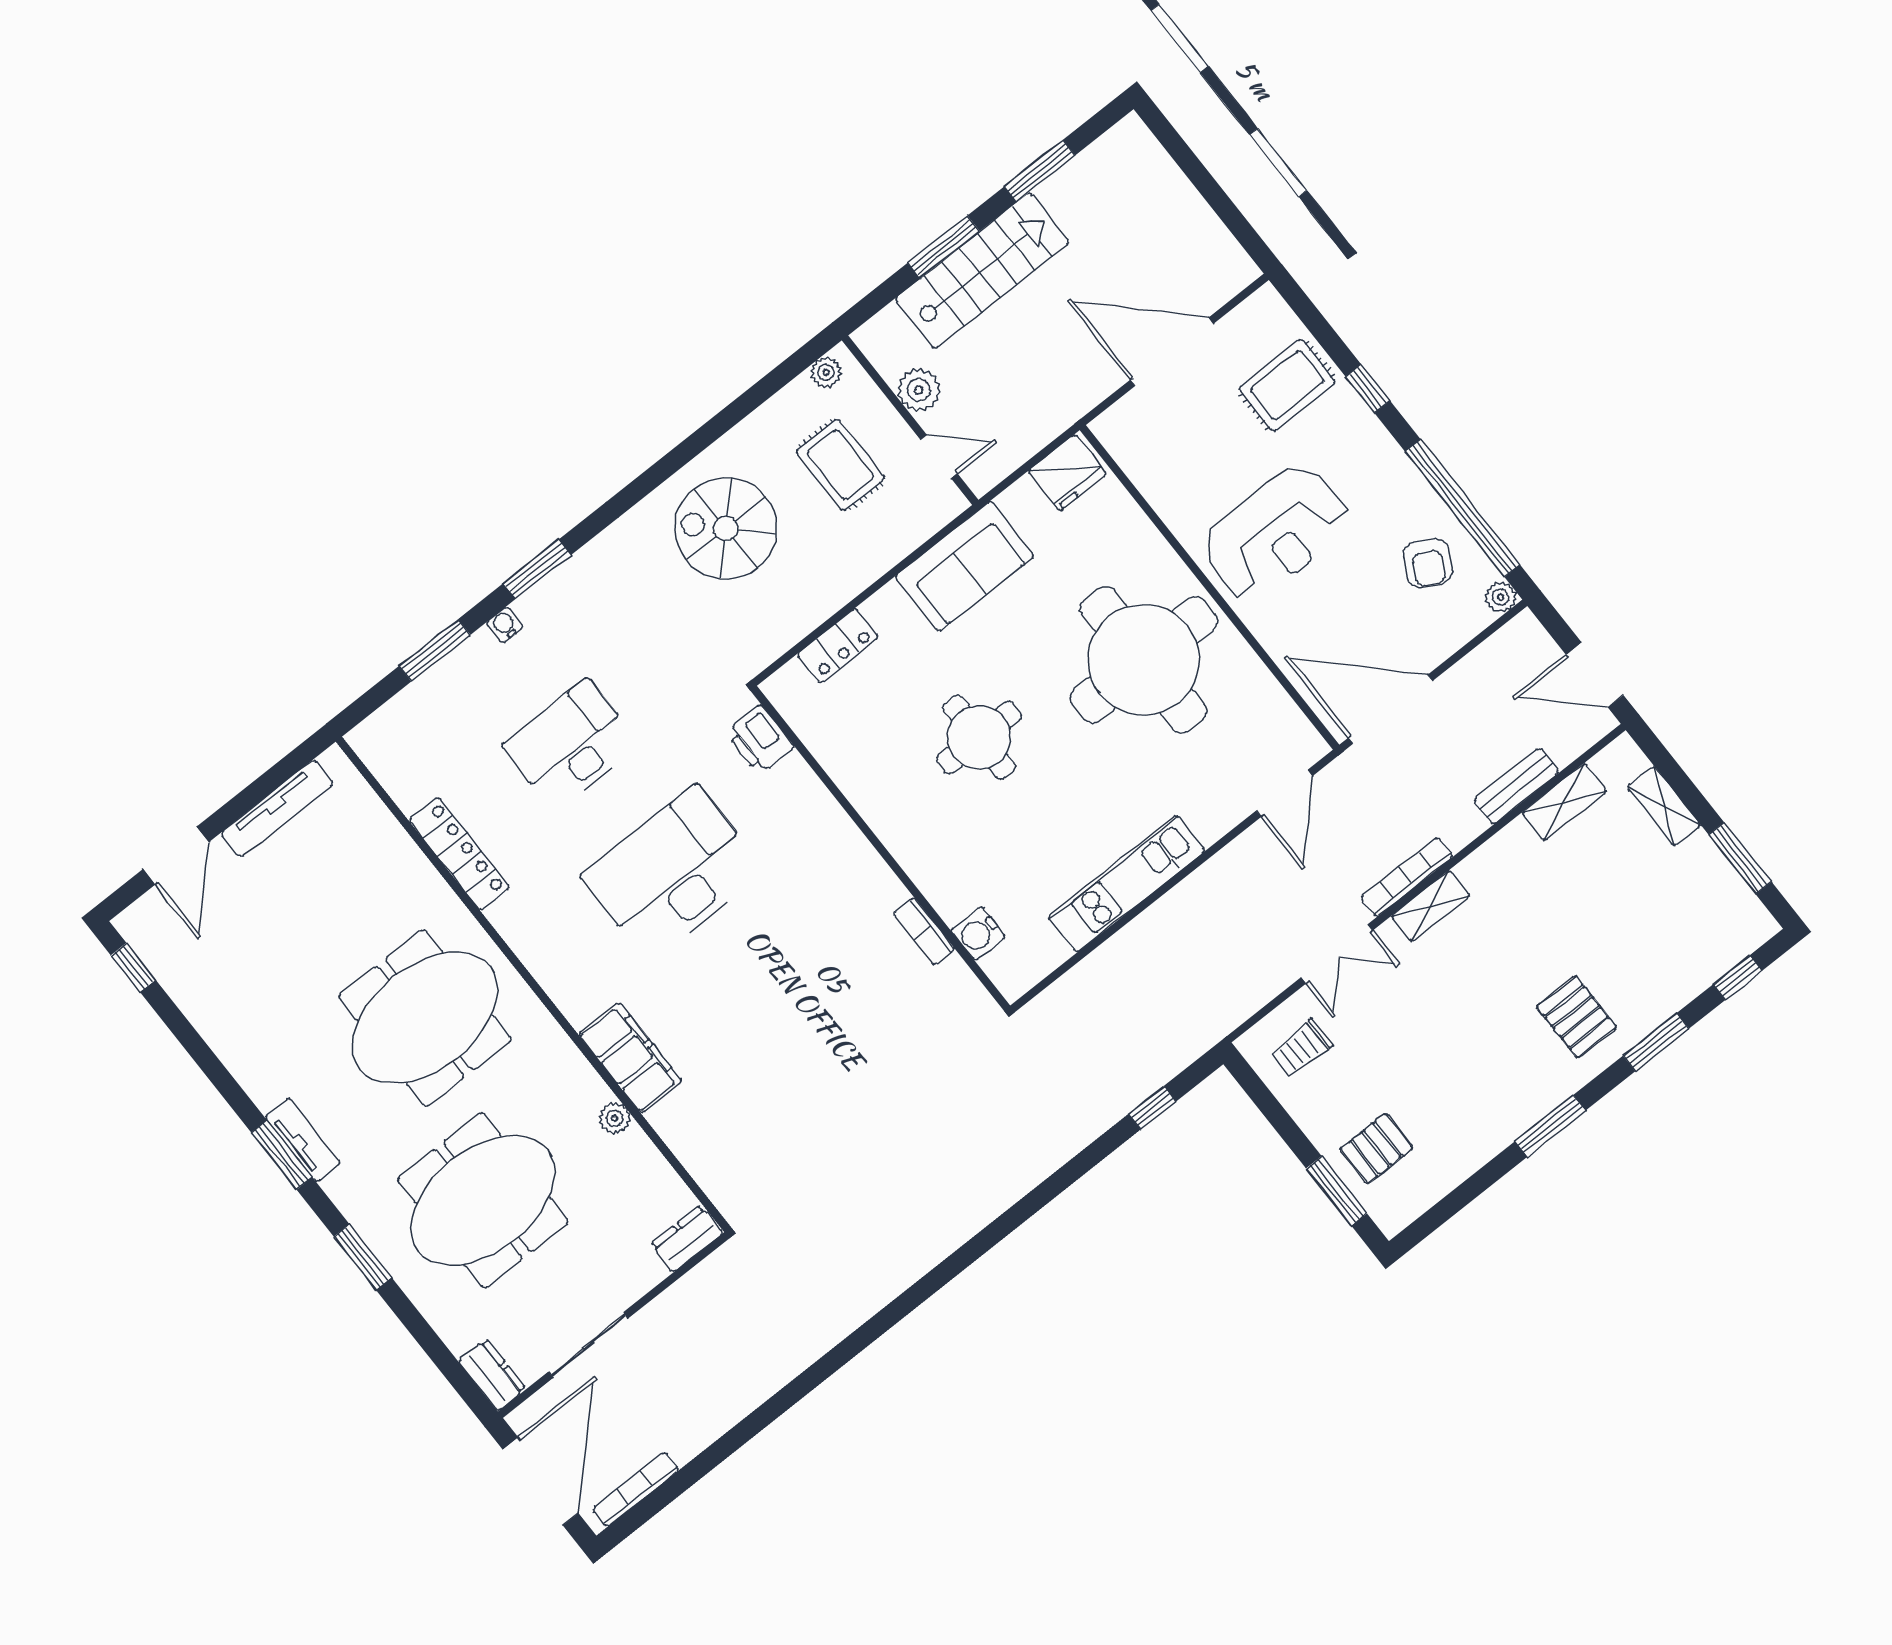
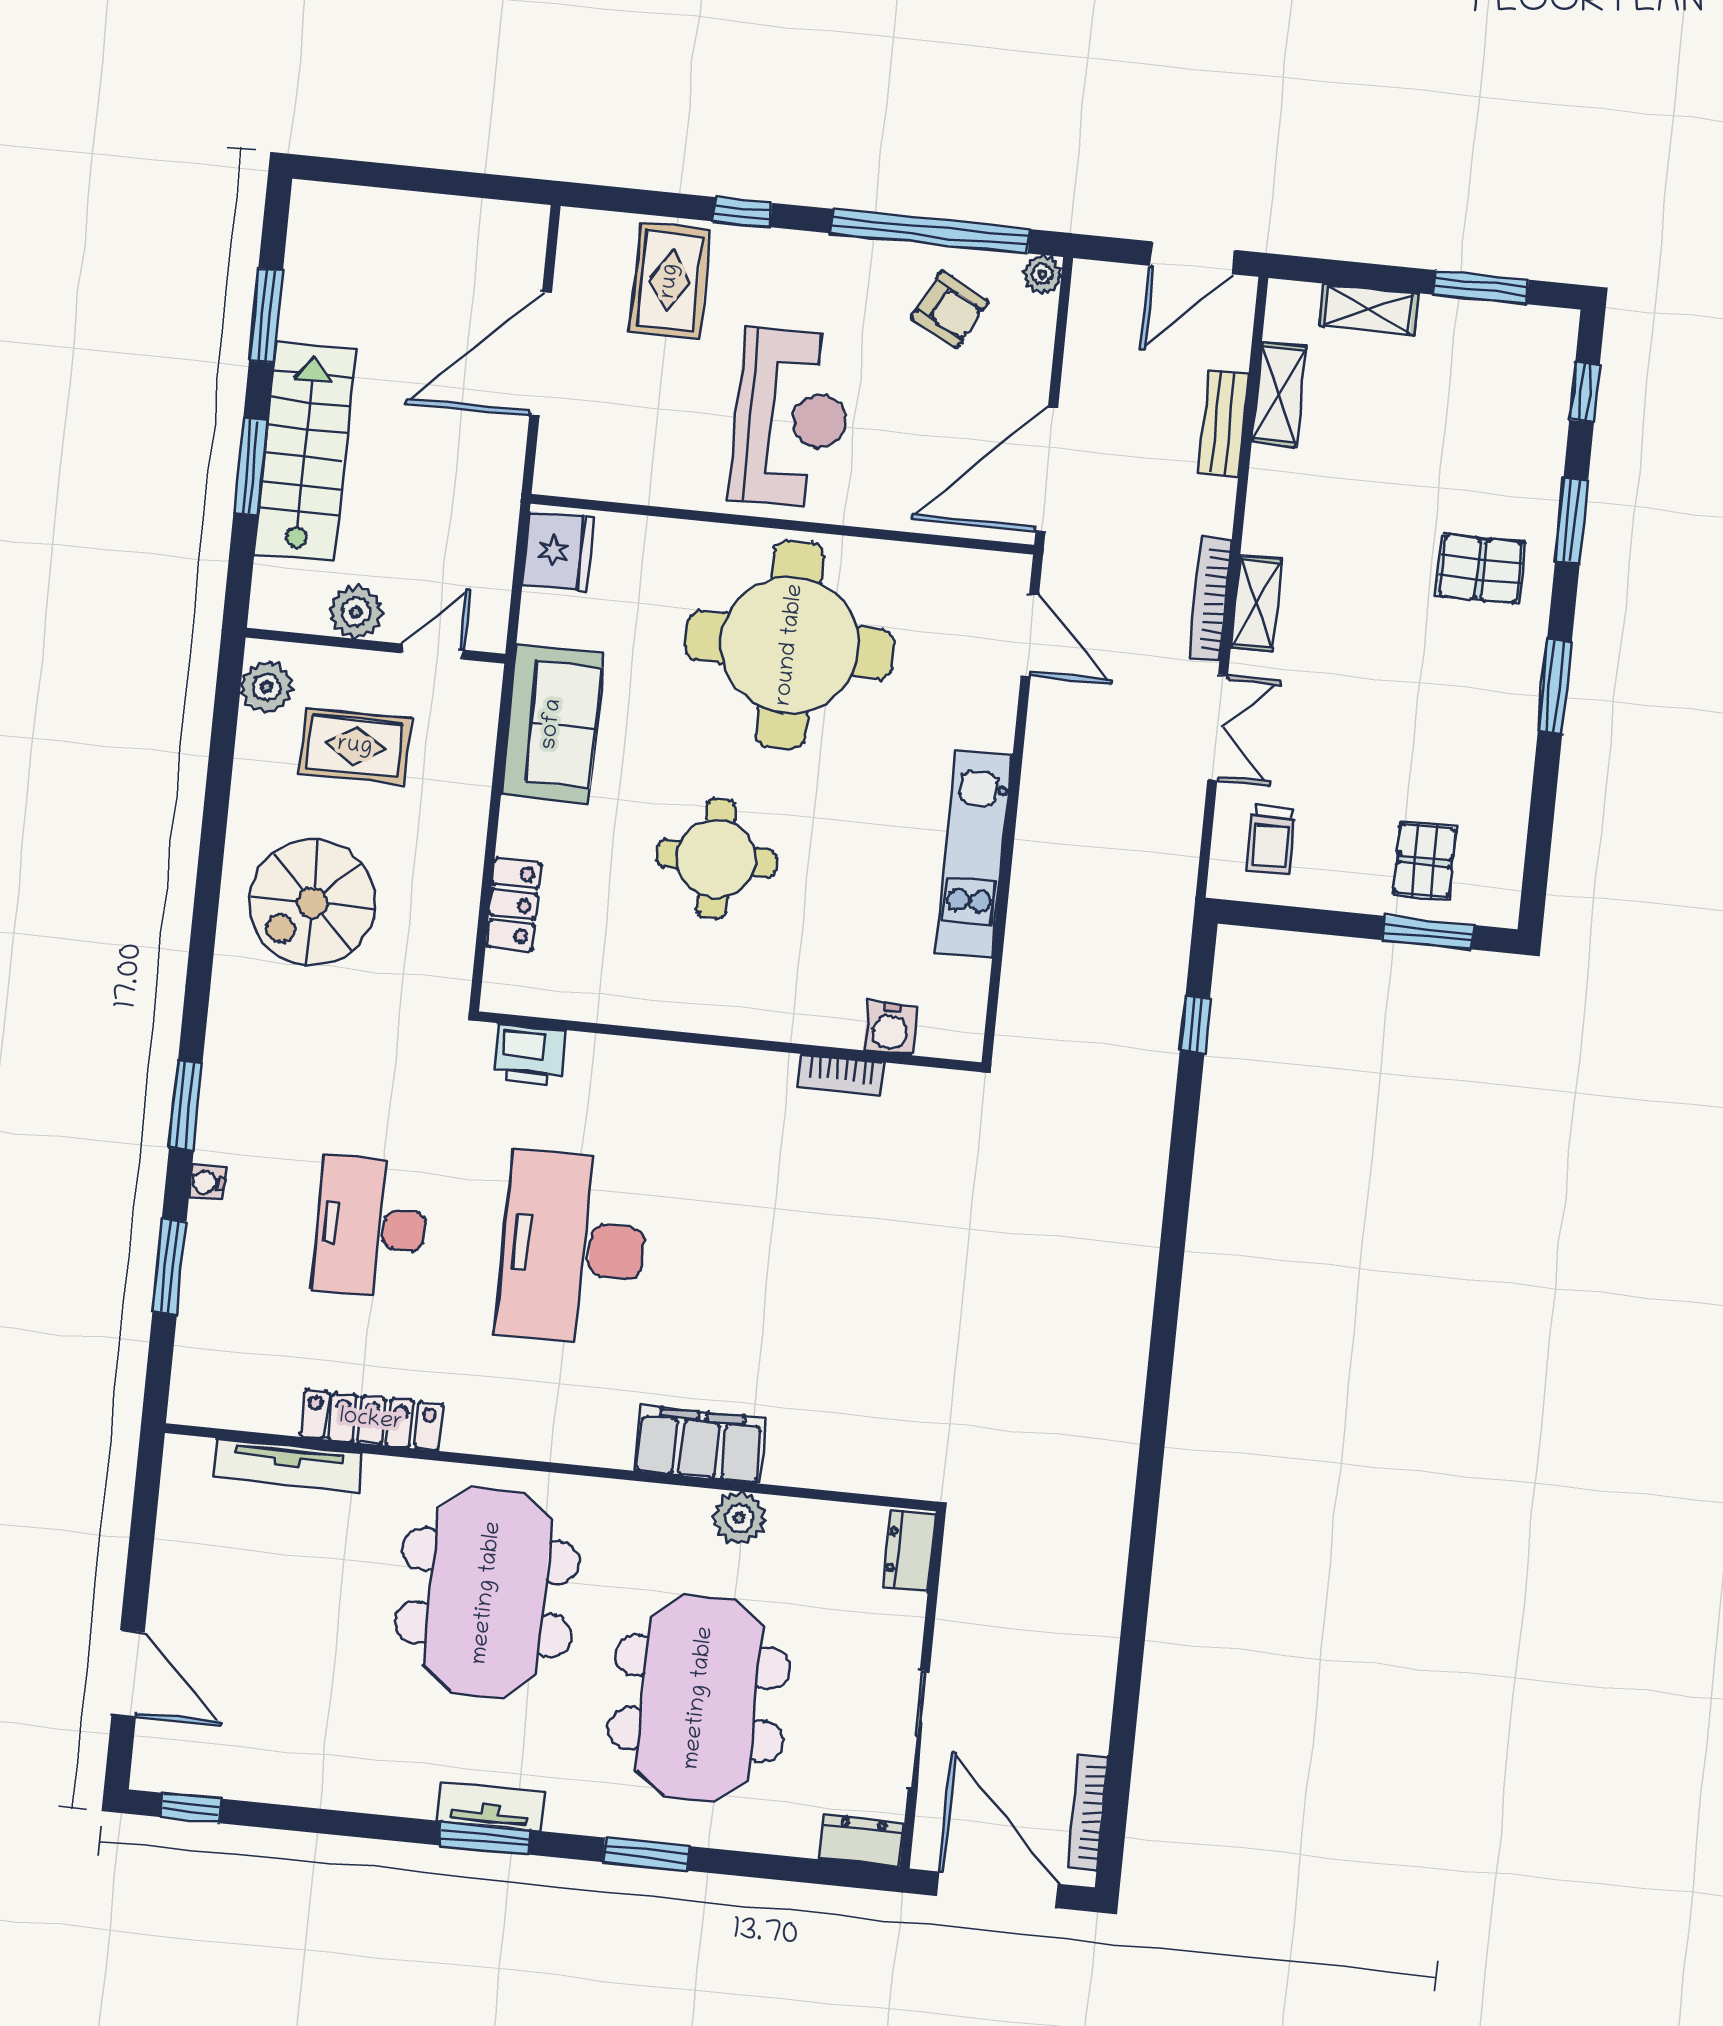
plant: (826, 372) -> (267, 687), width x1.38, depth x1.38
tv unit: (277, 808) -> (287, 1466), moved, turned 90
plant: (614, 1118) -> (739, 1518), width x1.38, depth x1.38

